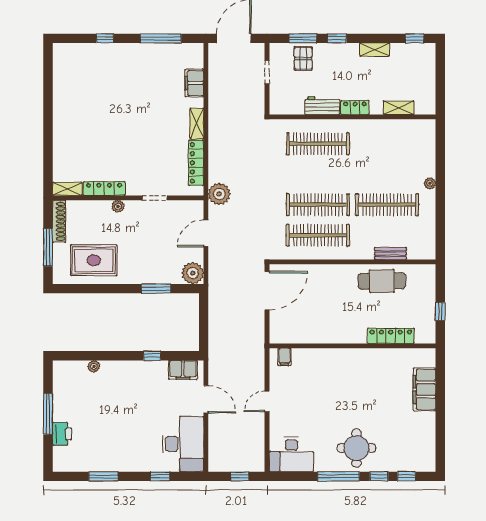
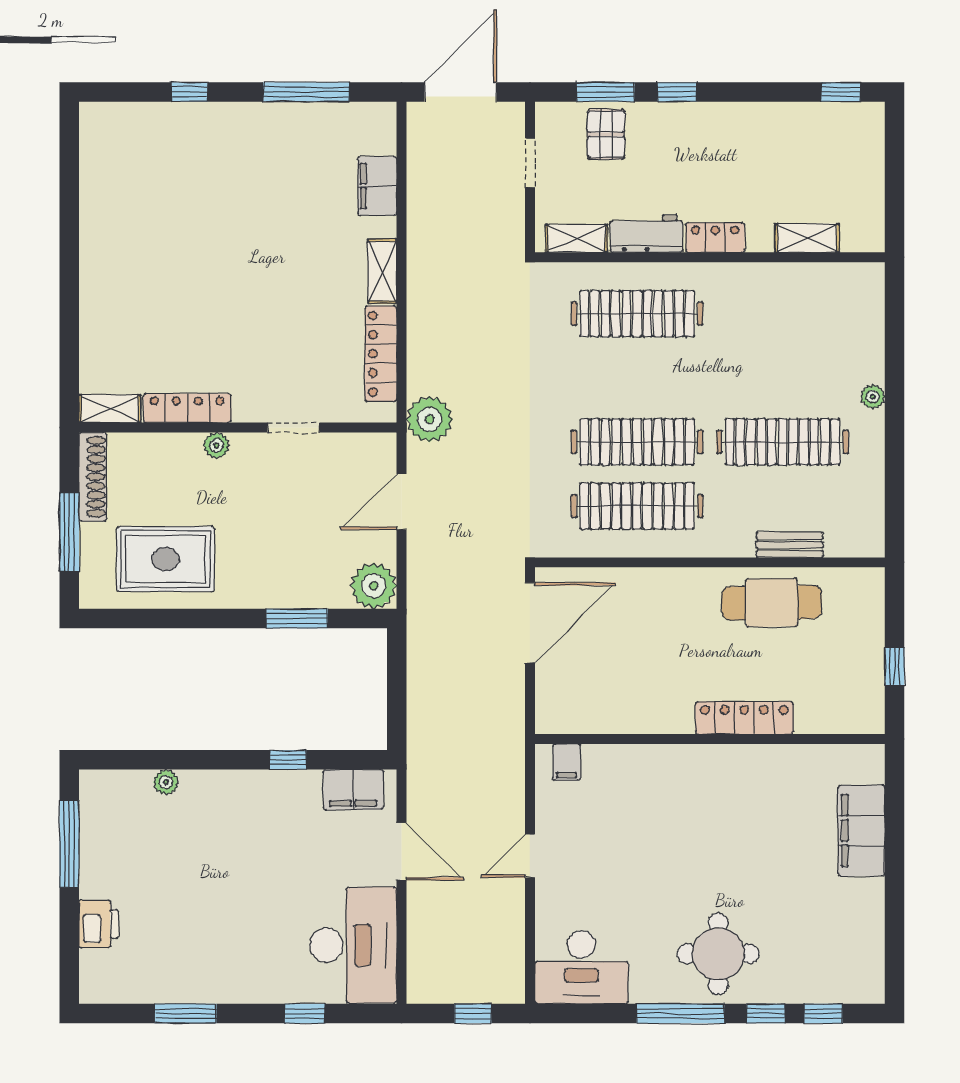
shelving: (375, 50) -> (577, 239), moved
locker: (391, 336) -> (744, 718), moved
window: (48, 414) -> (69, 844), moved

